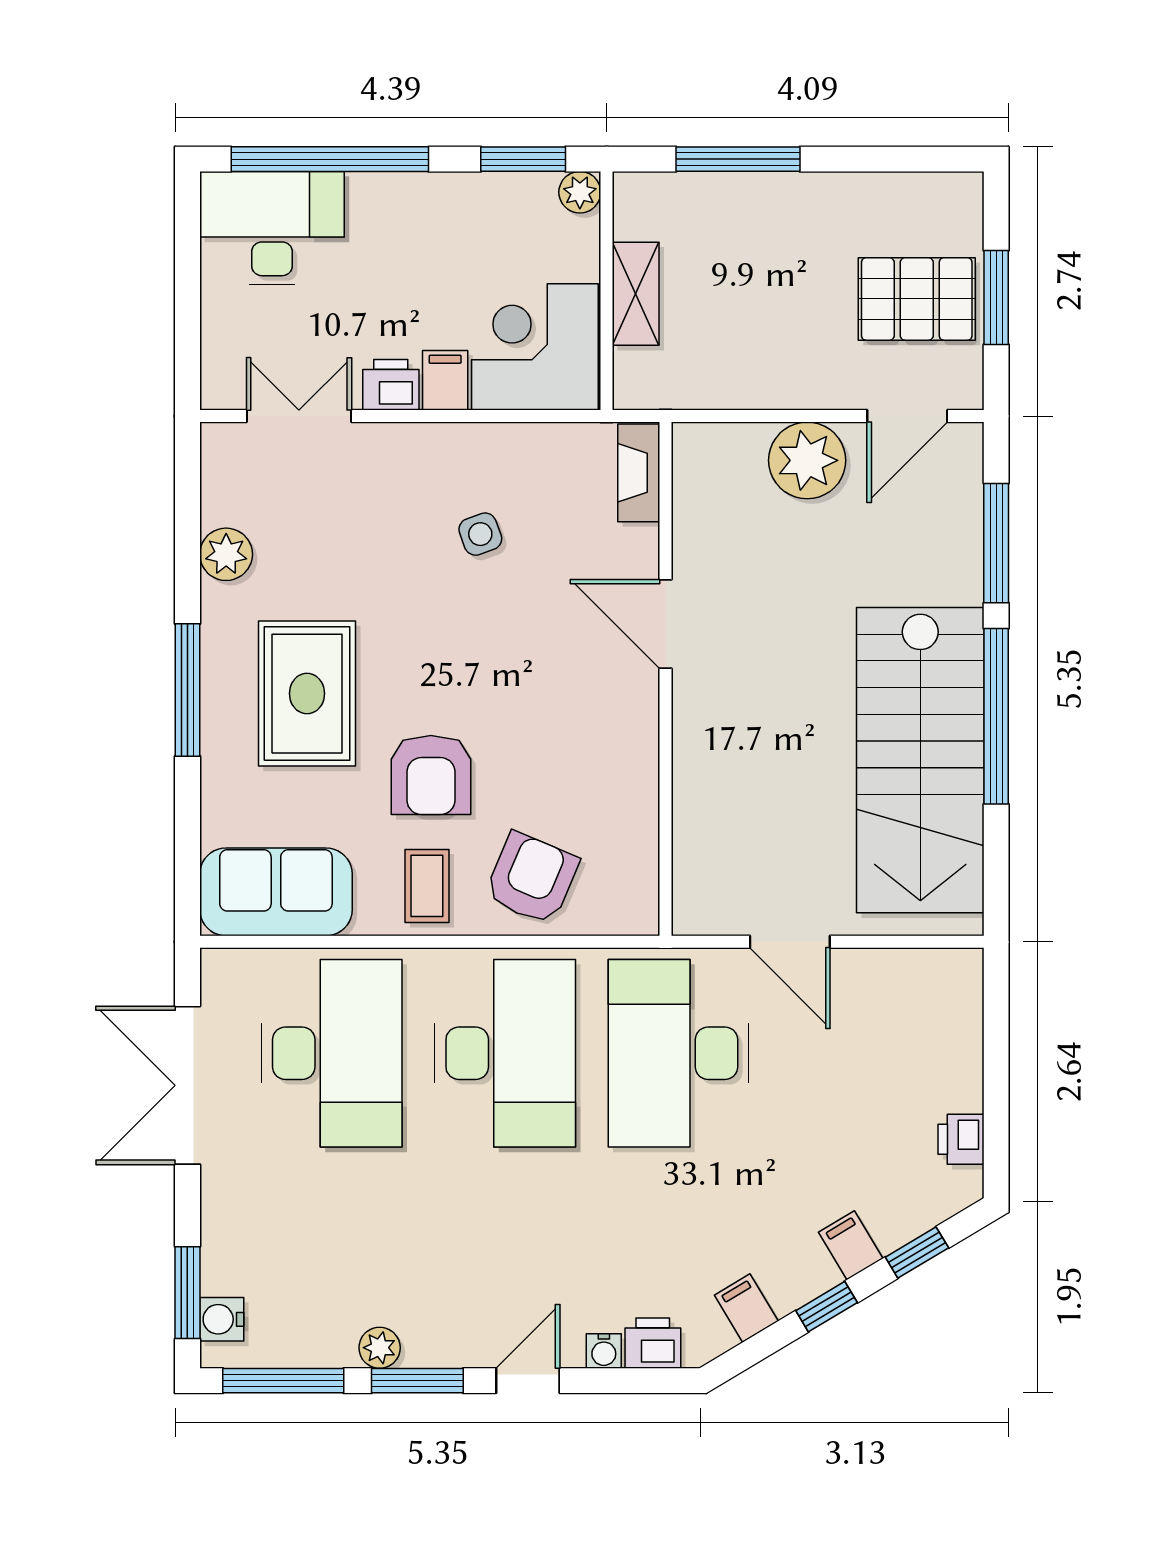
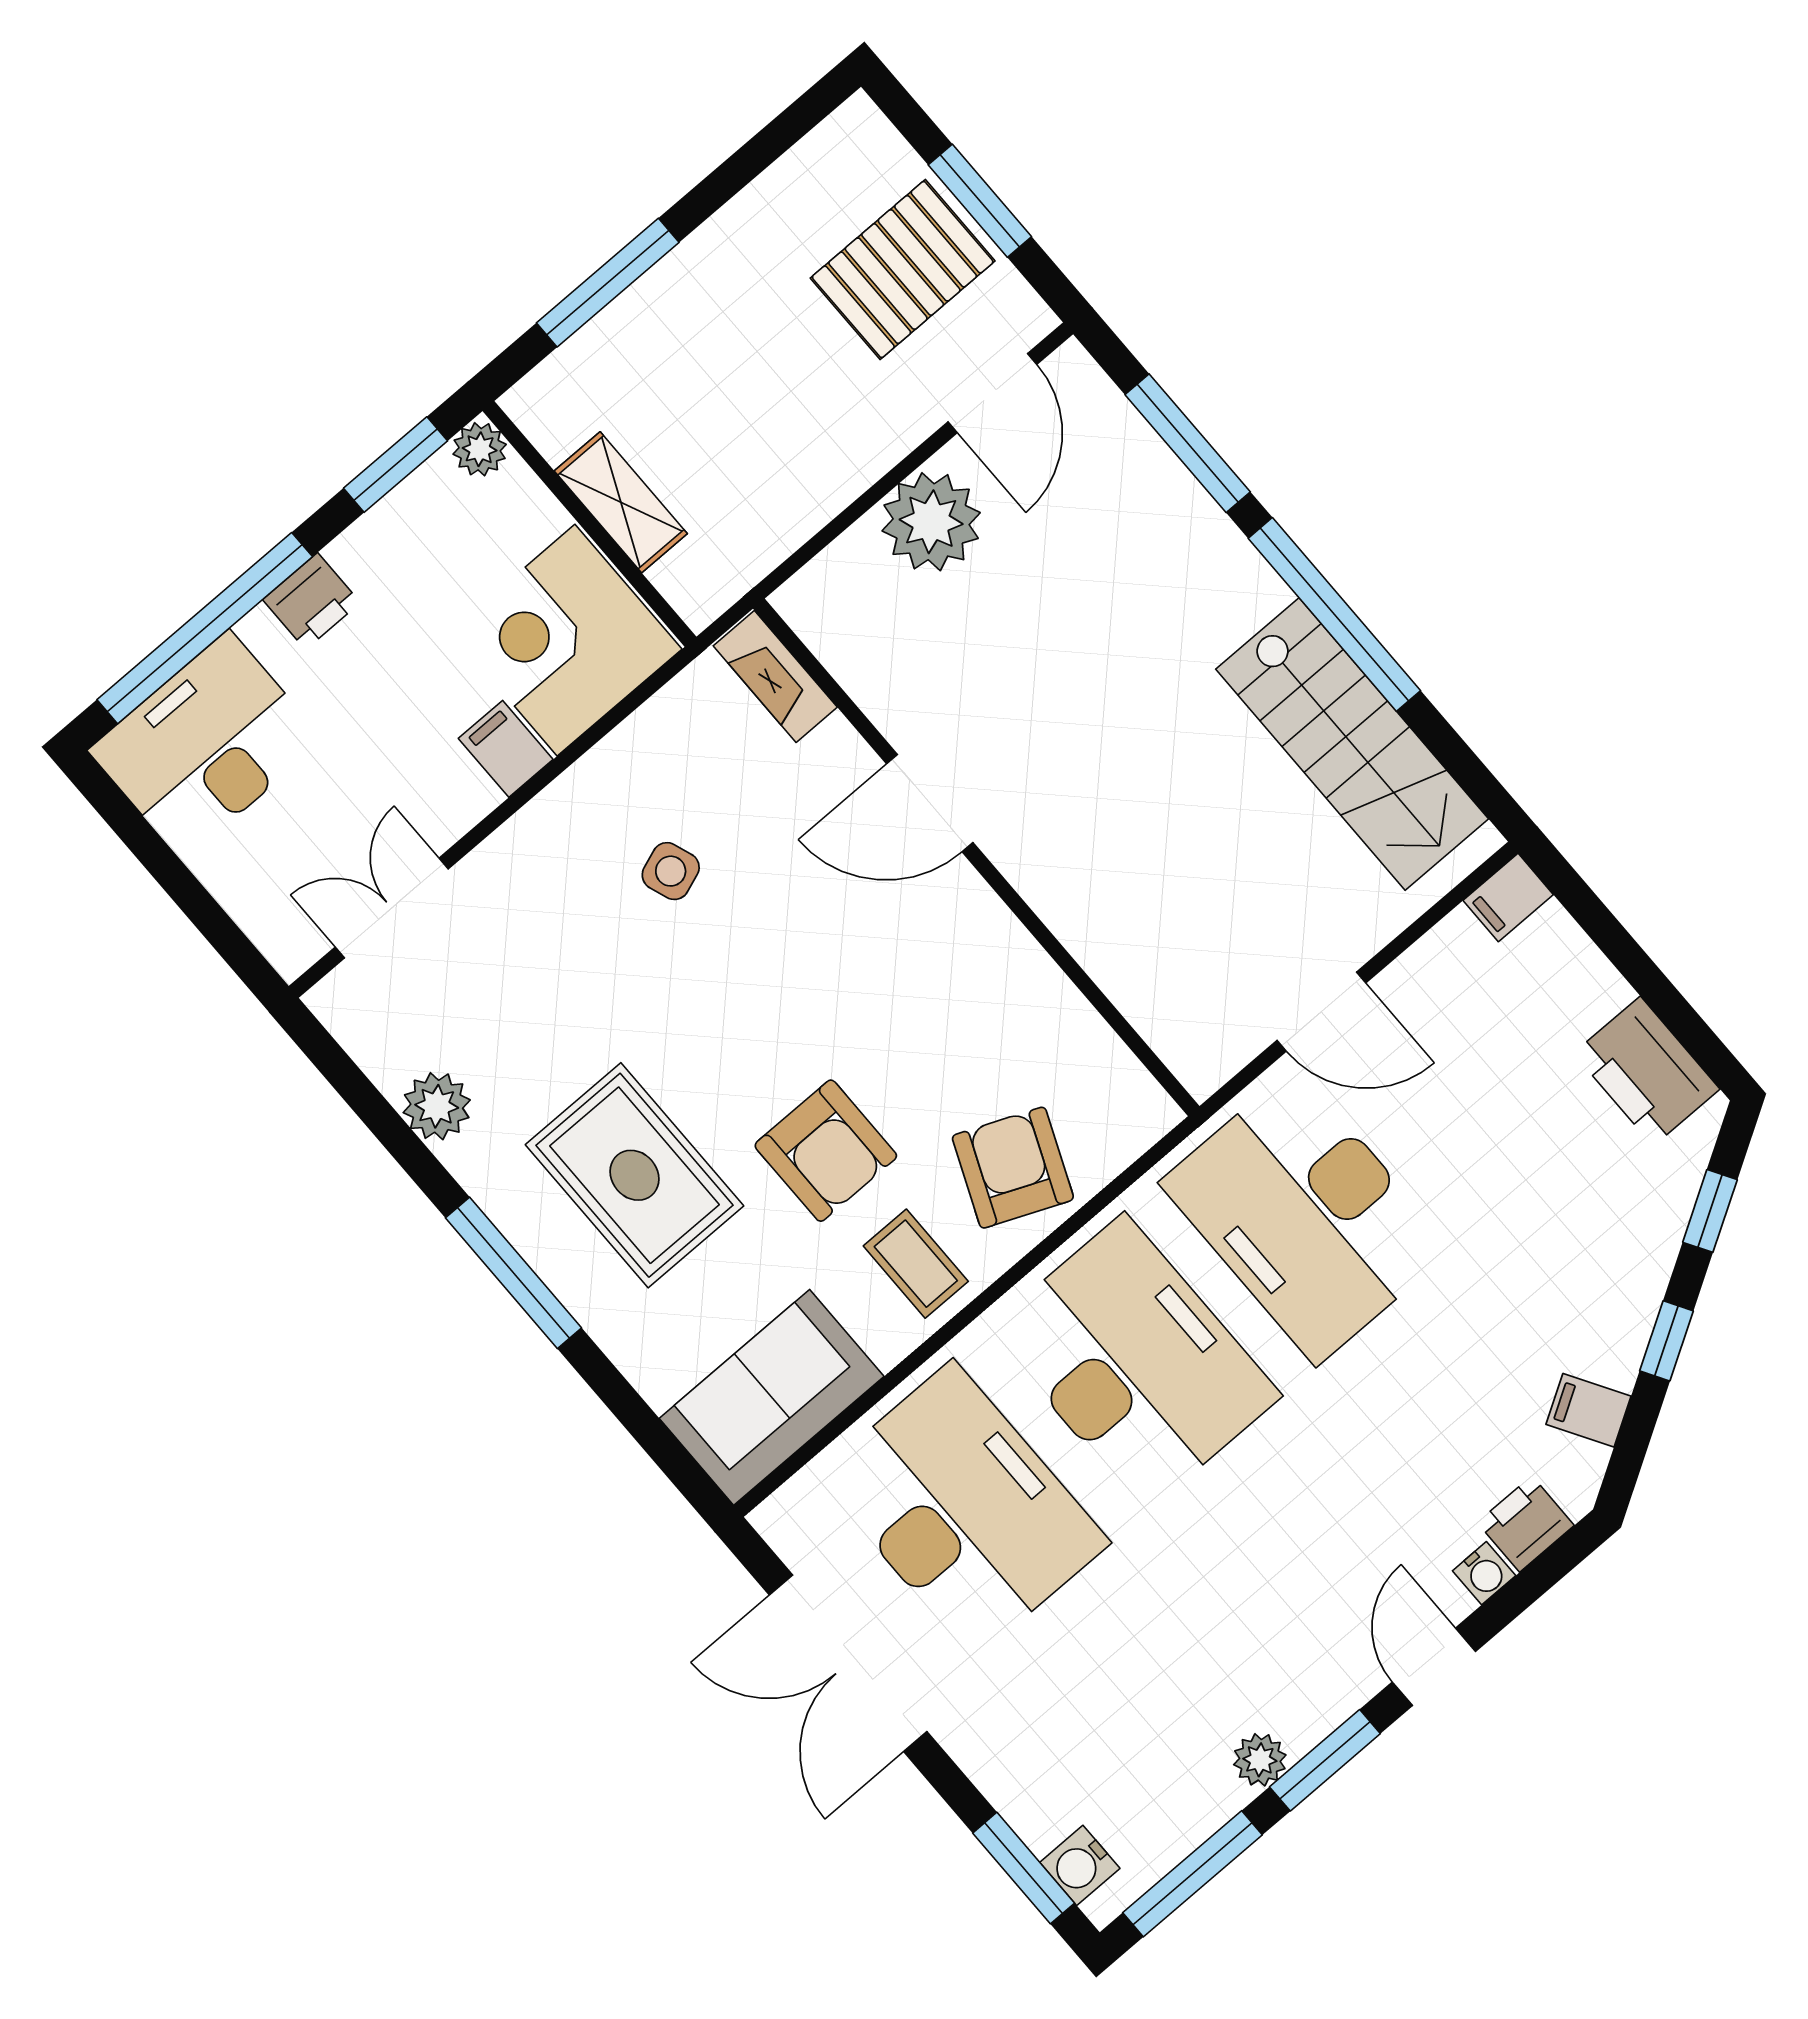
printer: (391, 385) -> (312, 601), moved, turned 180
stairs: (920, 760) -> (1352, 744), width x0.73, depth x0.66
printer: (961, 1139) -> (1647, 1071), width x1.87, depth x1.48
filing cabinet: (851, 1245) -> (1508, 898), moved, turned -59

